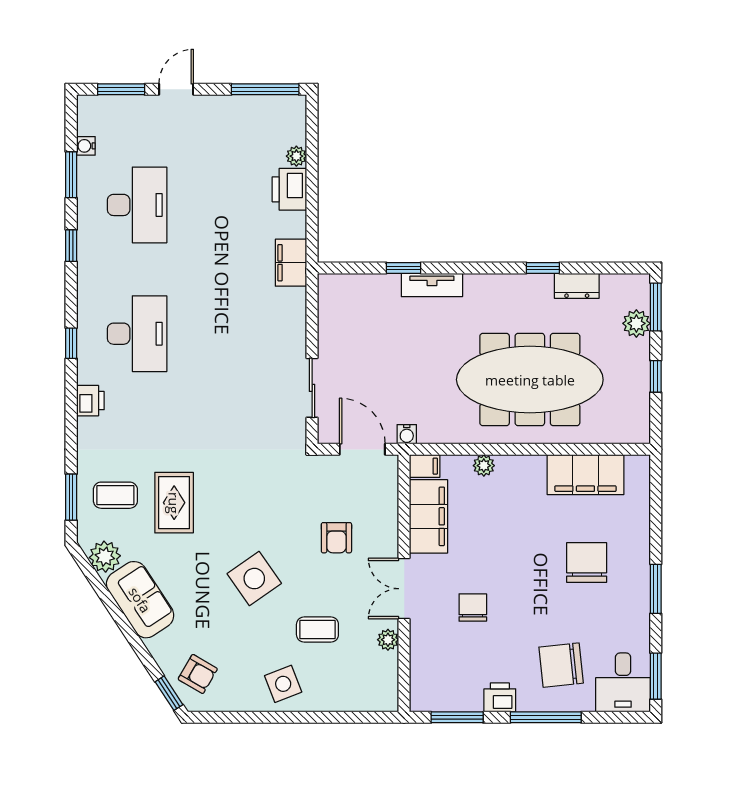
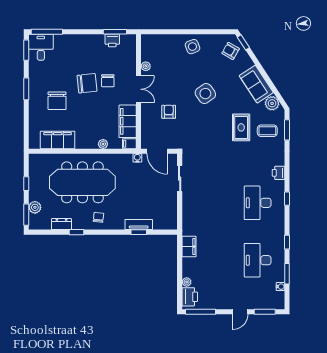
printer: (289, 189) -> (190, 297), moved
filing cabinet: (291, 263) -> (189, 246), moved
tv unit: (432, 285) -> (139, 224), moved
chair: (494, 301) -> (98, 217), added
coffee table: (317, 629) -> (177, 71), removed
chair: (561, 665) -> (87, 83), moved
printer: (500, 697) -> (112, 41), moved
window: (546, 717) -> (47, 32), moved

